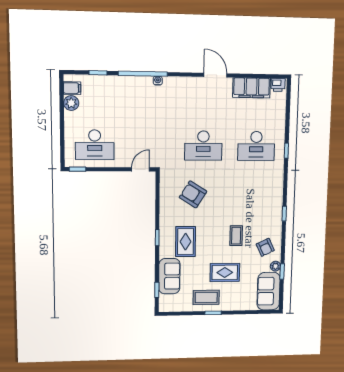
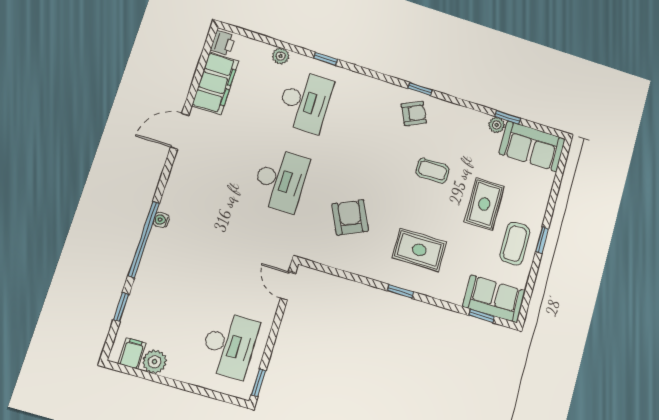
plant: (280, 123) -> (281, 56), added
armchair: (193, 194) -> (350, 217), turned 123
armchair: (265, 247) -> (414, 113), moved
sofa: (169, 276) -> (494, 299), moved

